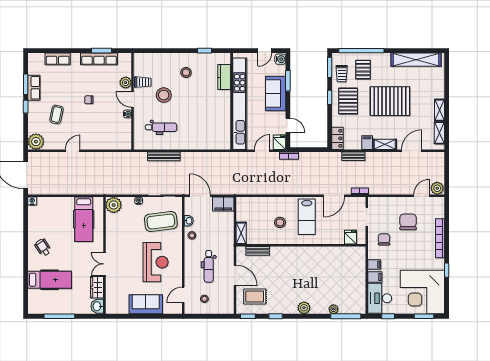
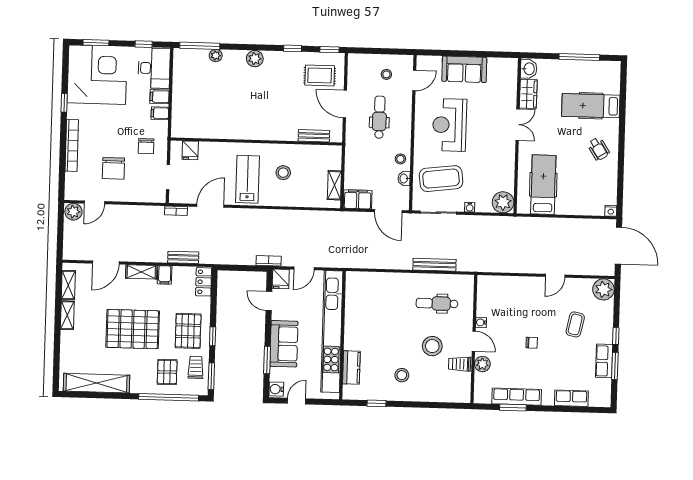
shelving: (241, 233) -> (334, 185), moved

